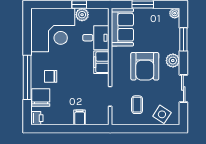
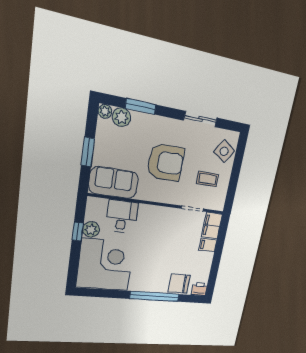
plant: (173, 61) -> (122, 117), moved
filing cabinet: (101, 62) -> (212, 226), moved, turned 90
chair: (51, 76) -> (158, 272), removed

